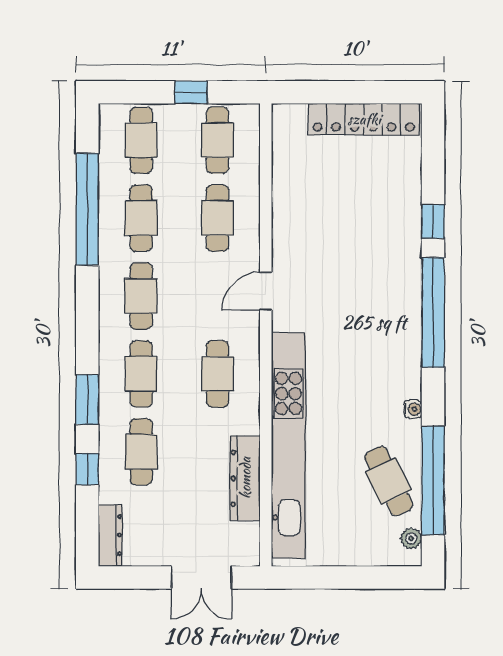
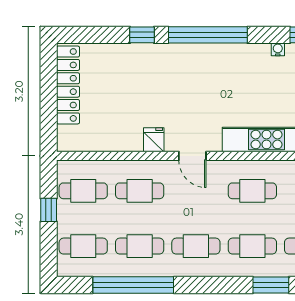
fridge: (288, 238) -> (154, 140), added

